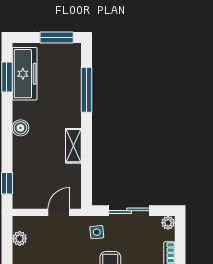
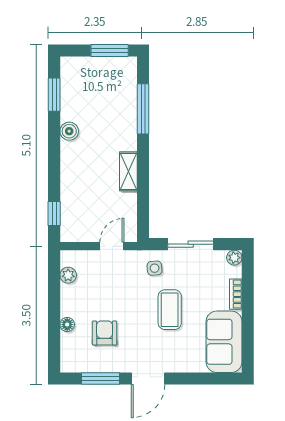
freezer: (25, 74) -> (74, 91), removed
boiler: (20, 128) -> (69, 131), moved

